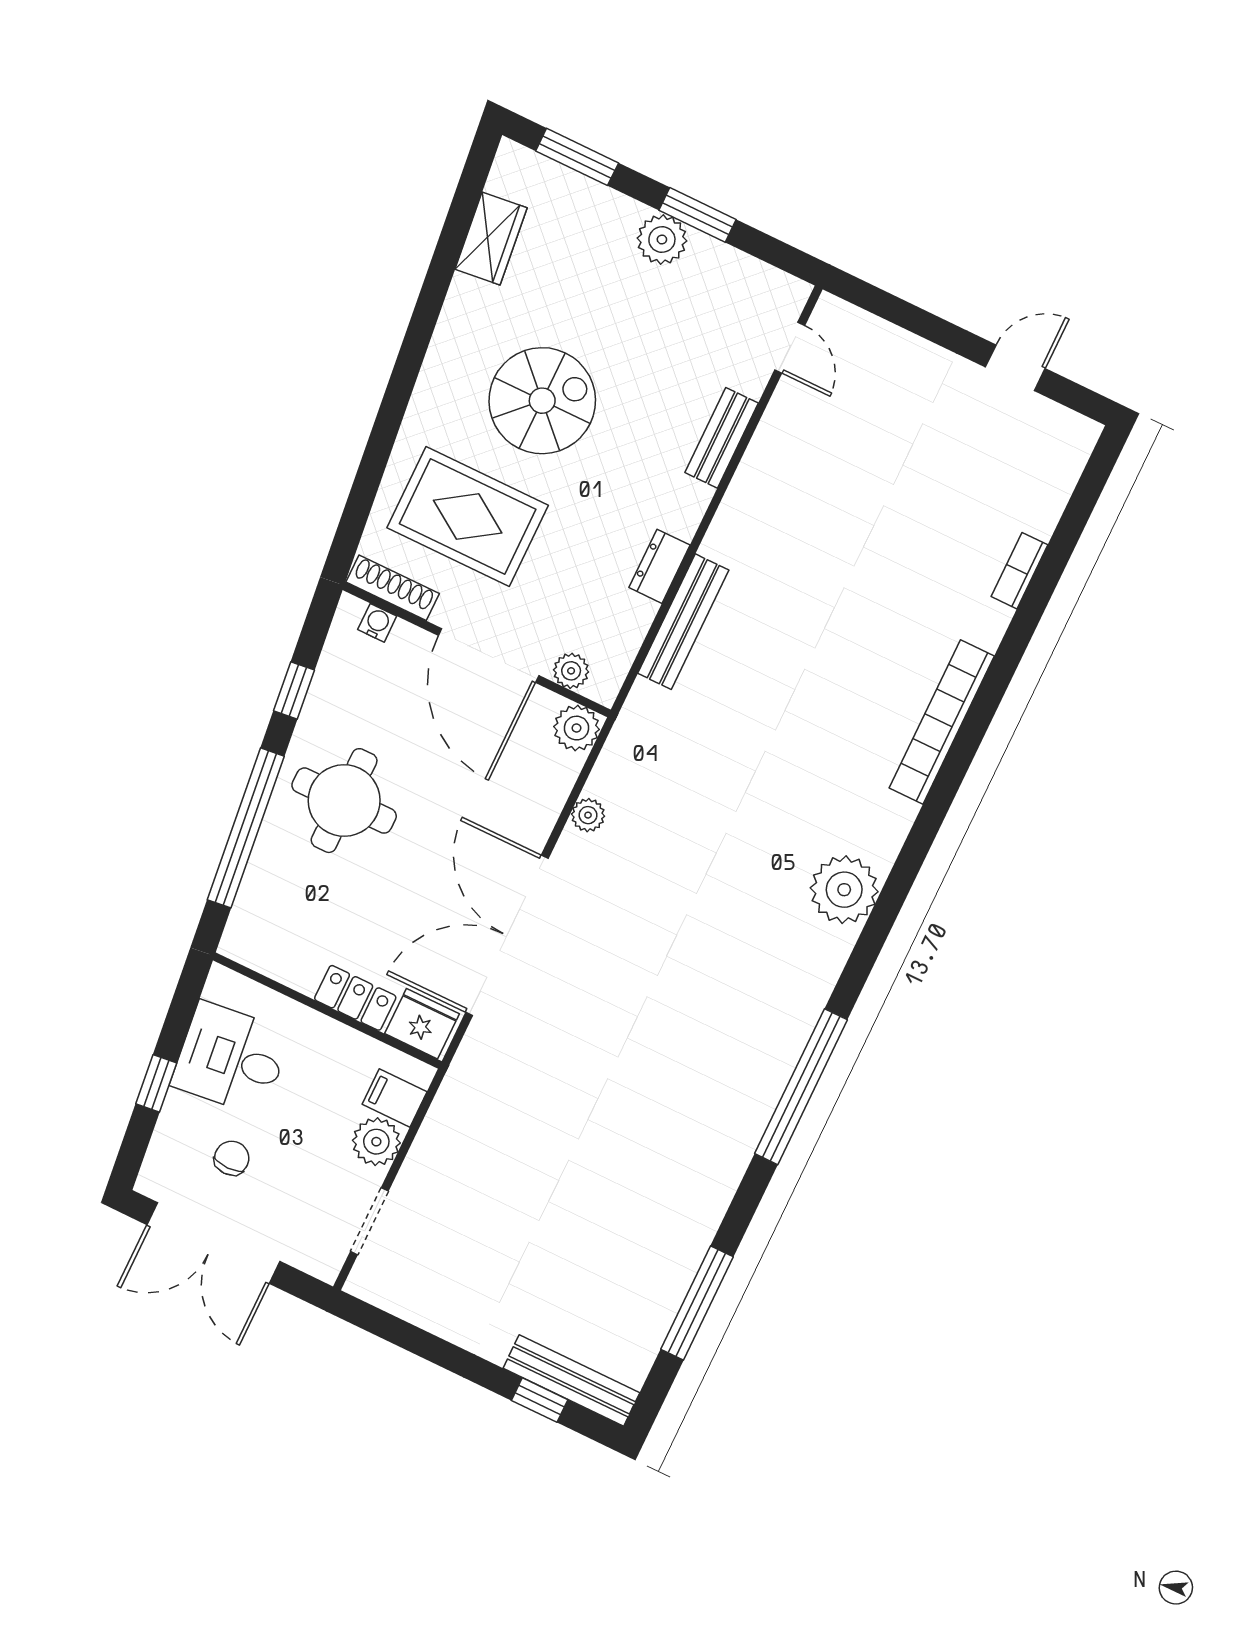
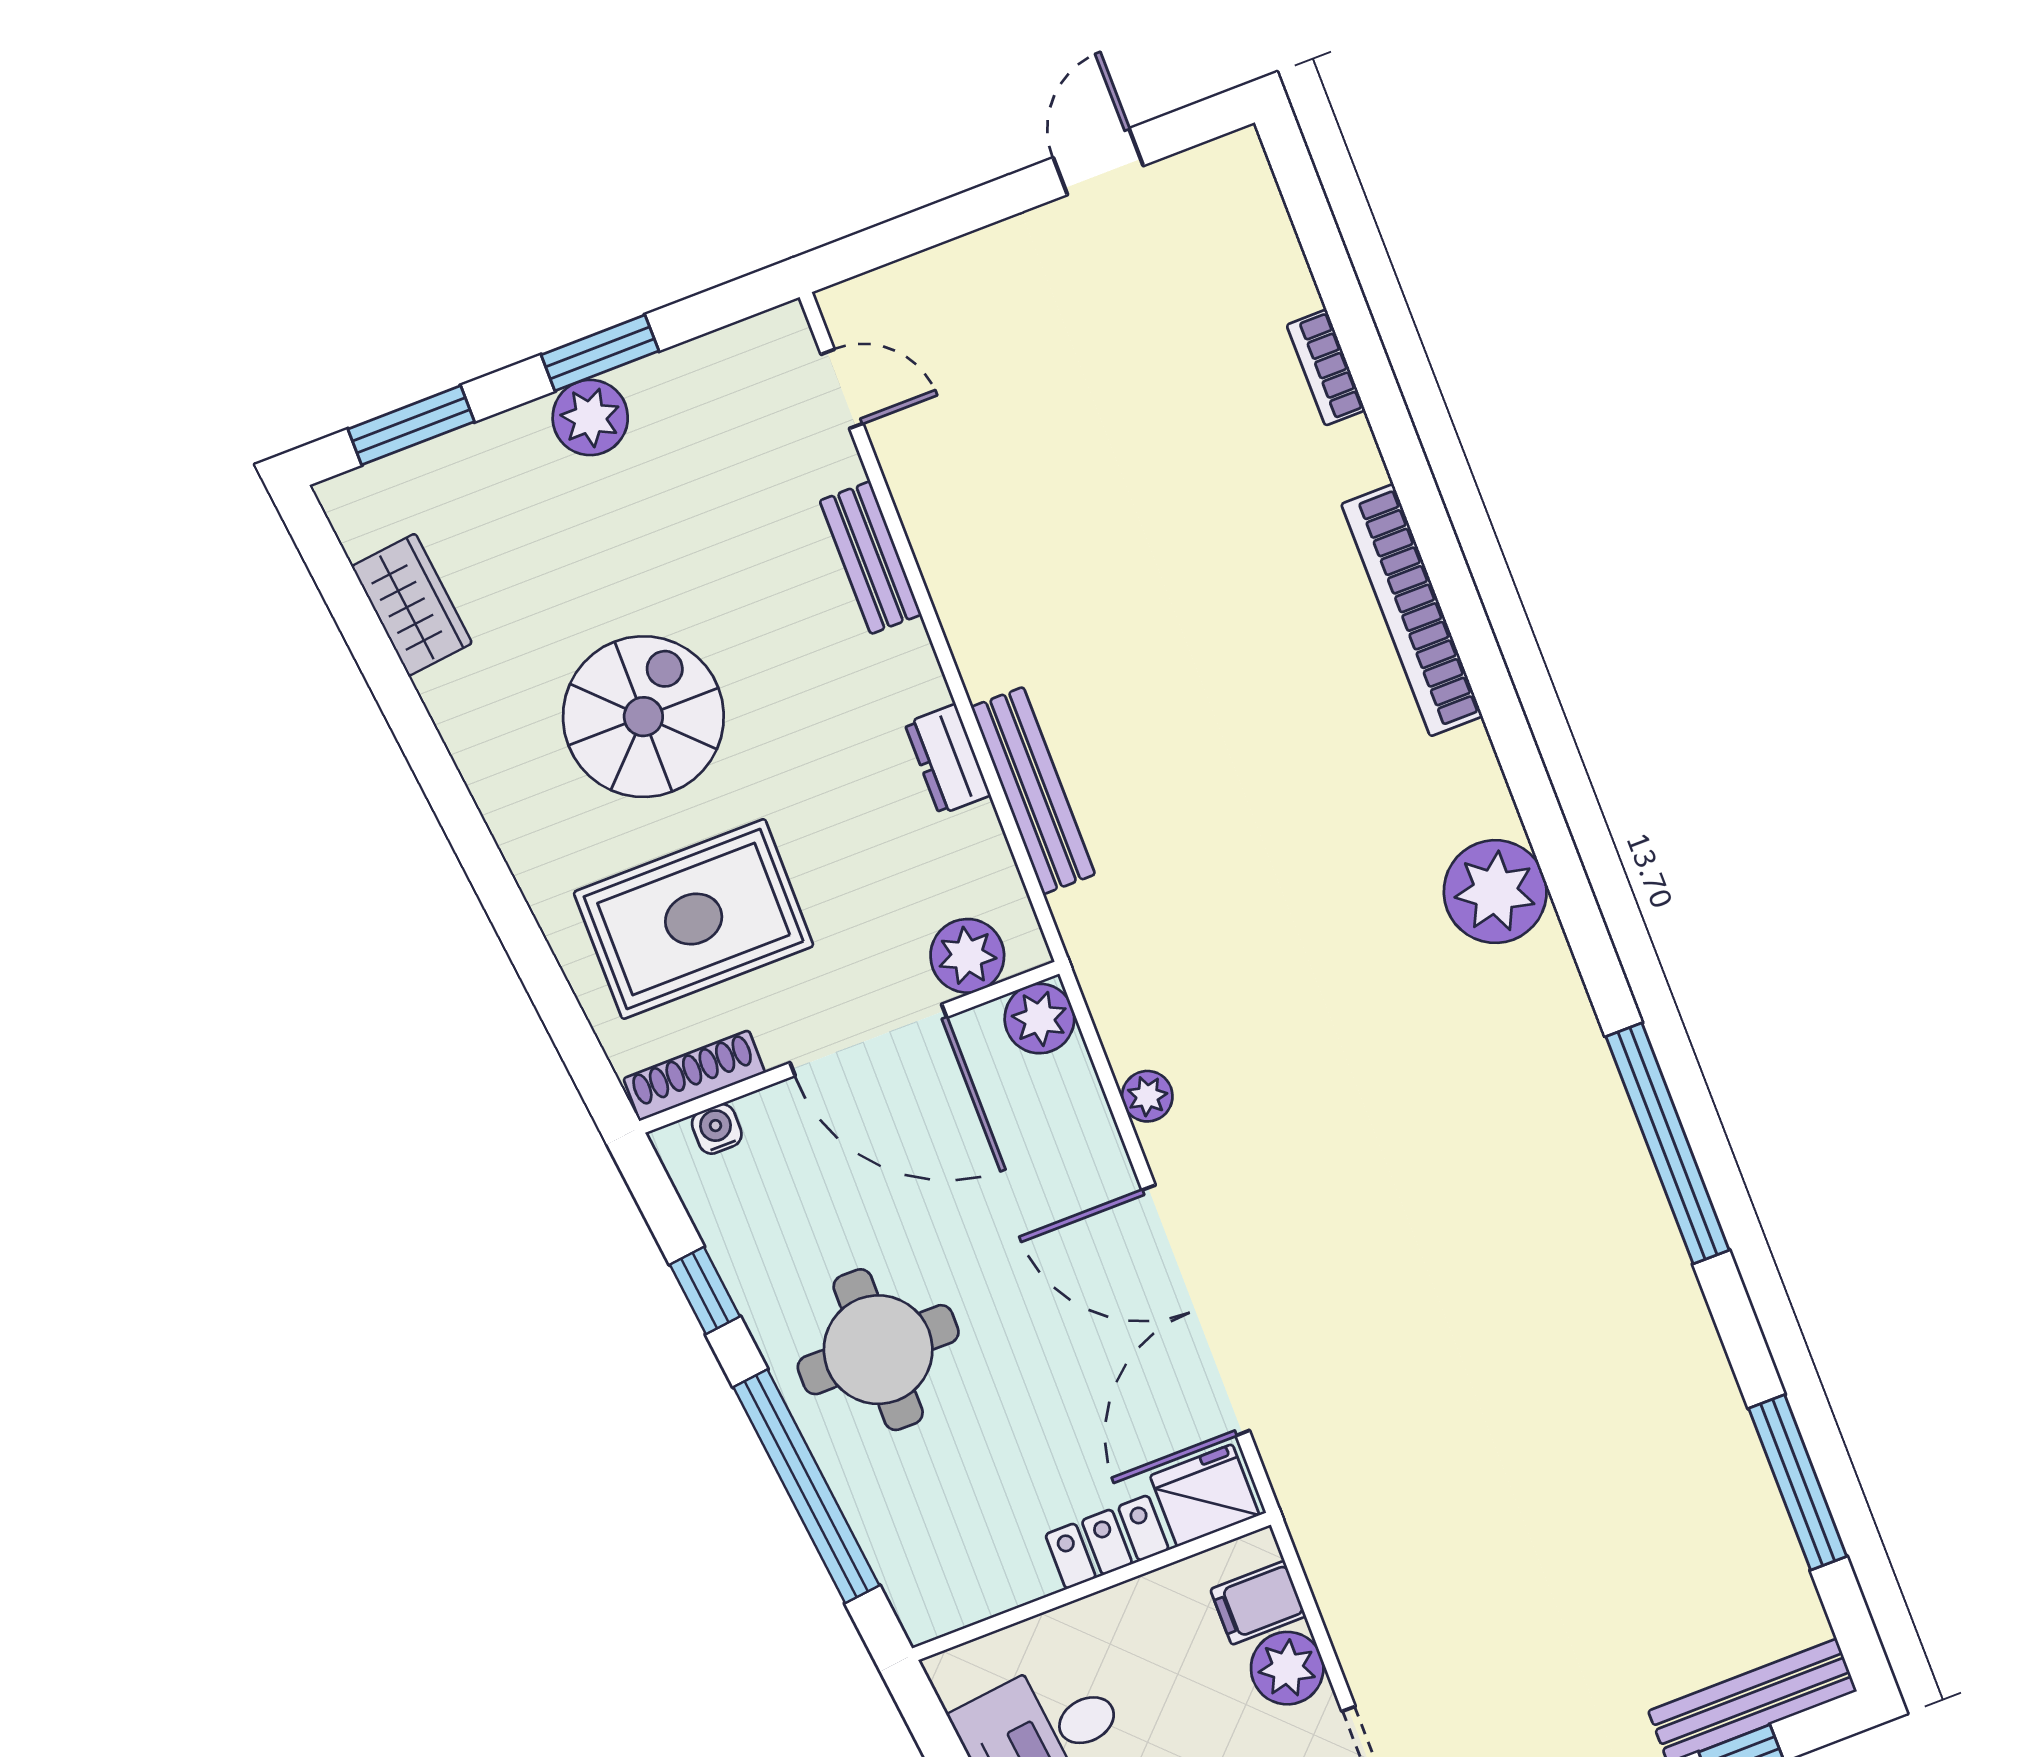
plant: (571, 671) -> (967, 956), width x1.38, depth x1.38

